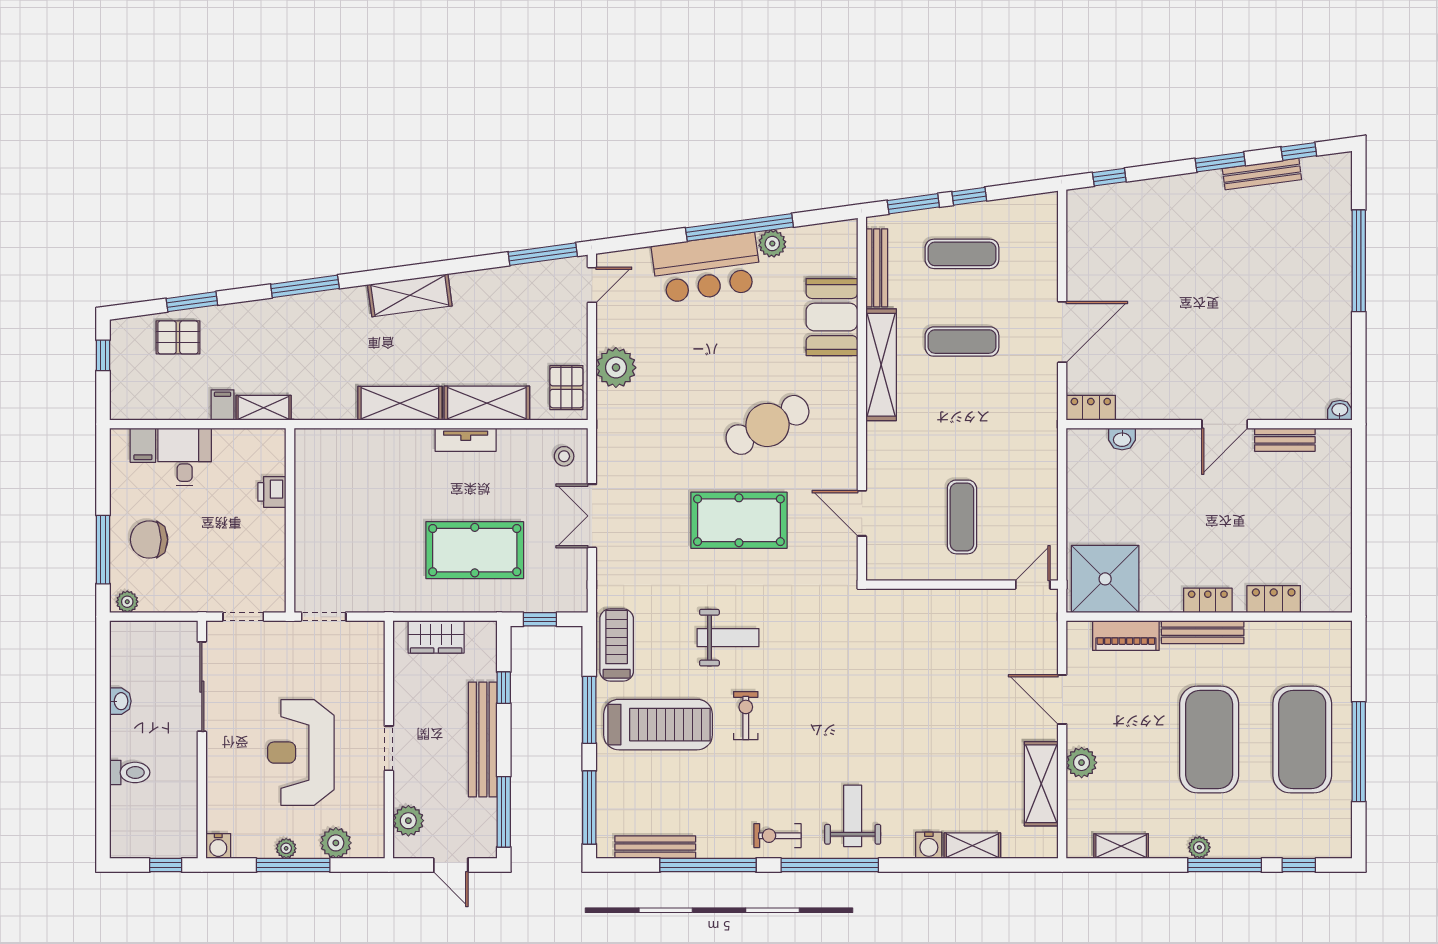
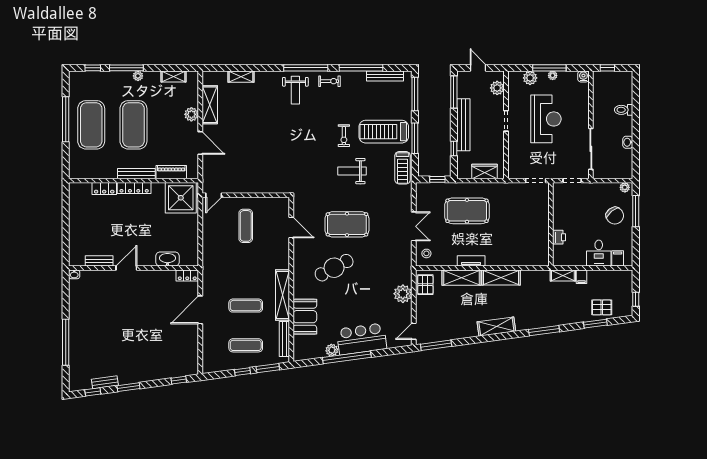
bench: (1262, 174) -> (105, 382), width x0.73
washbasin: (1122, 439) -> (167, 259), width x1.91, depth x1.45
chair: (149, 540) -> (615, 216), turned 50
locker: (1208, 600) -> (134, 188), width x1.53
water cooler: (929, 845) -> (261, 77), removed

